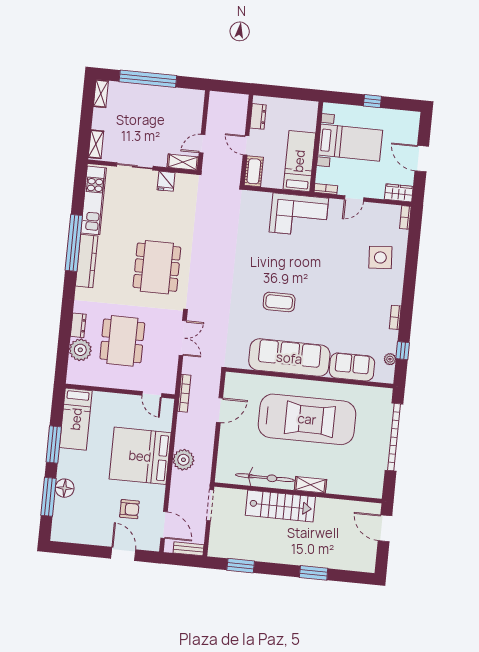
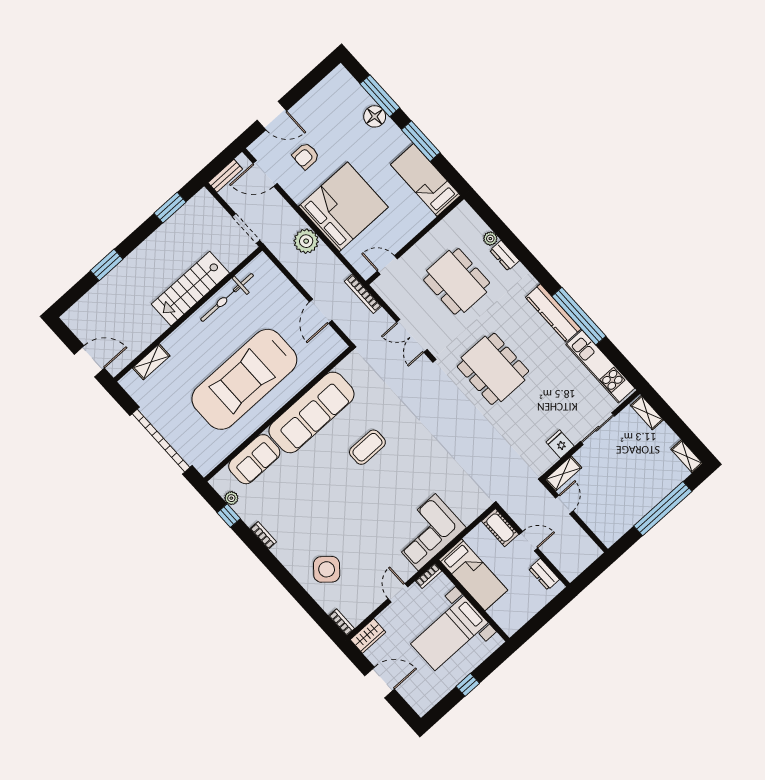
side table: (380, 257) -> (327, 569), turned 45
plant: (80, 350) -> (490, 239), width x0.53, depth x0.53
shelving: (311, 485) -> (151, 362), moved

